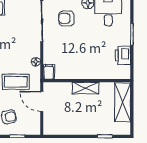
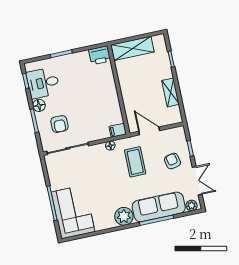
printer: (123, 56) -> (100, 55), moved
shelving: (86, 88) -> (170, 92), moved
door: (42, 101) -> (149, 131), swing flipped

